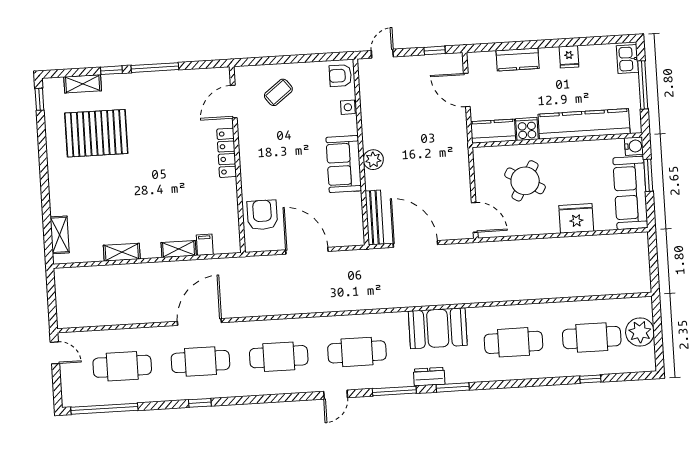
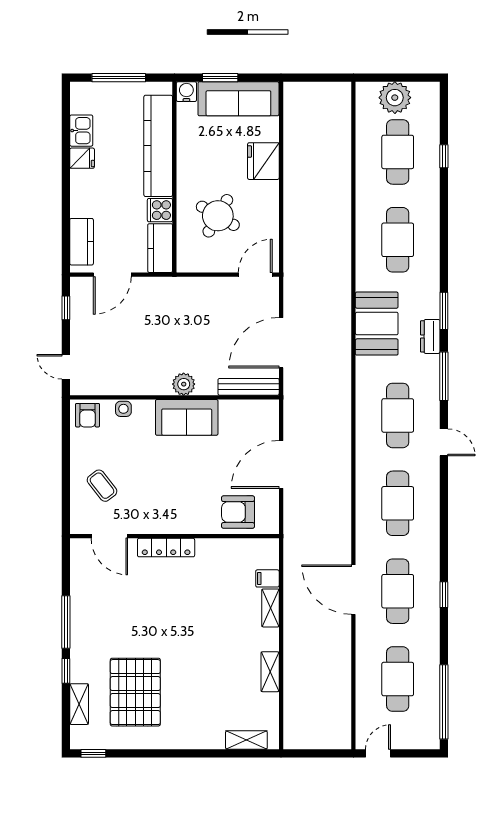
kitchen counter: (518, 59) -> (82, 242), moved
kitchen sink: (627, 59) -> (81, 131), moved, turned -90

